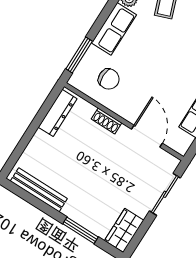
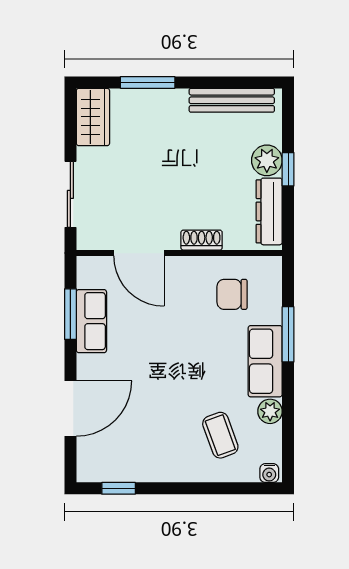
window: (79, 55) -> (288, 334), moved
window: (32, 130) -> (288, 169), added
plant: (41, 143) -> (267, 160), added

